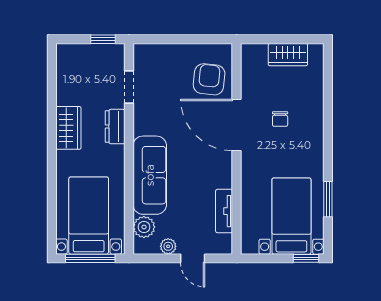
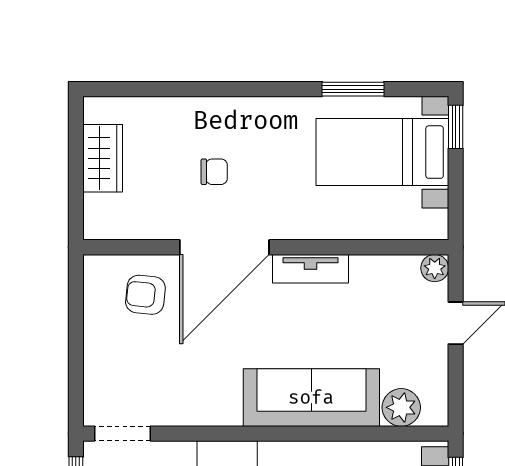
armchair: (209, 79) -> (145, 295), width x0.72, depth x0.72
doorway: (129, 87) -> (123, 434), moved
tv unit: (224, 211) -> (311, 269), moved
plant: (168, 246) -> (435, 268), moved

